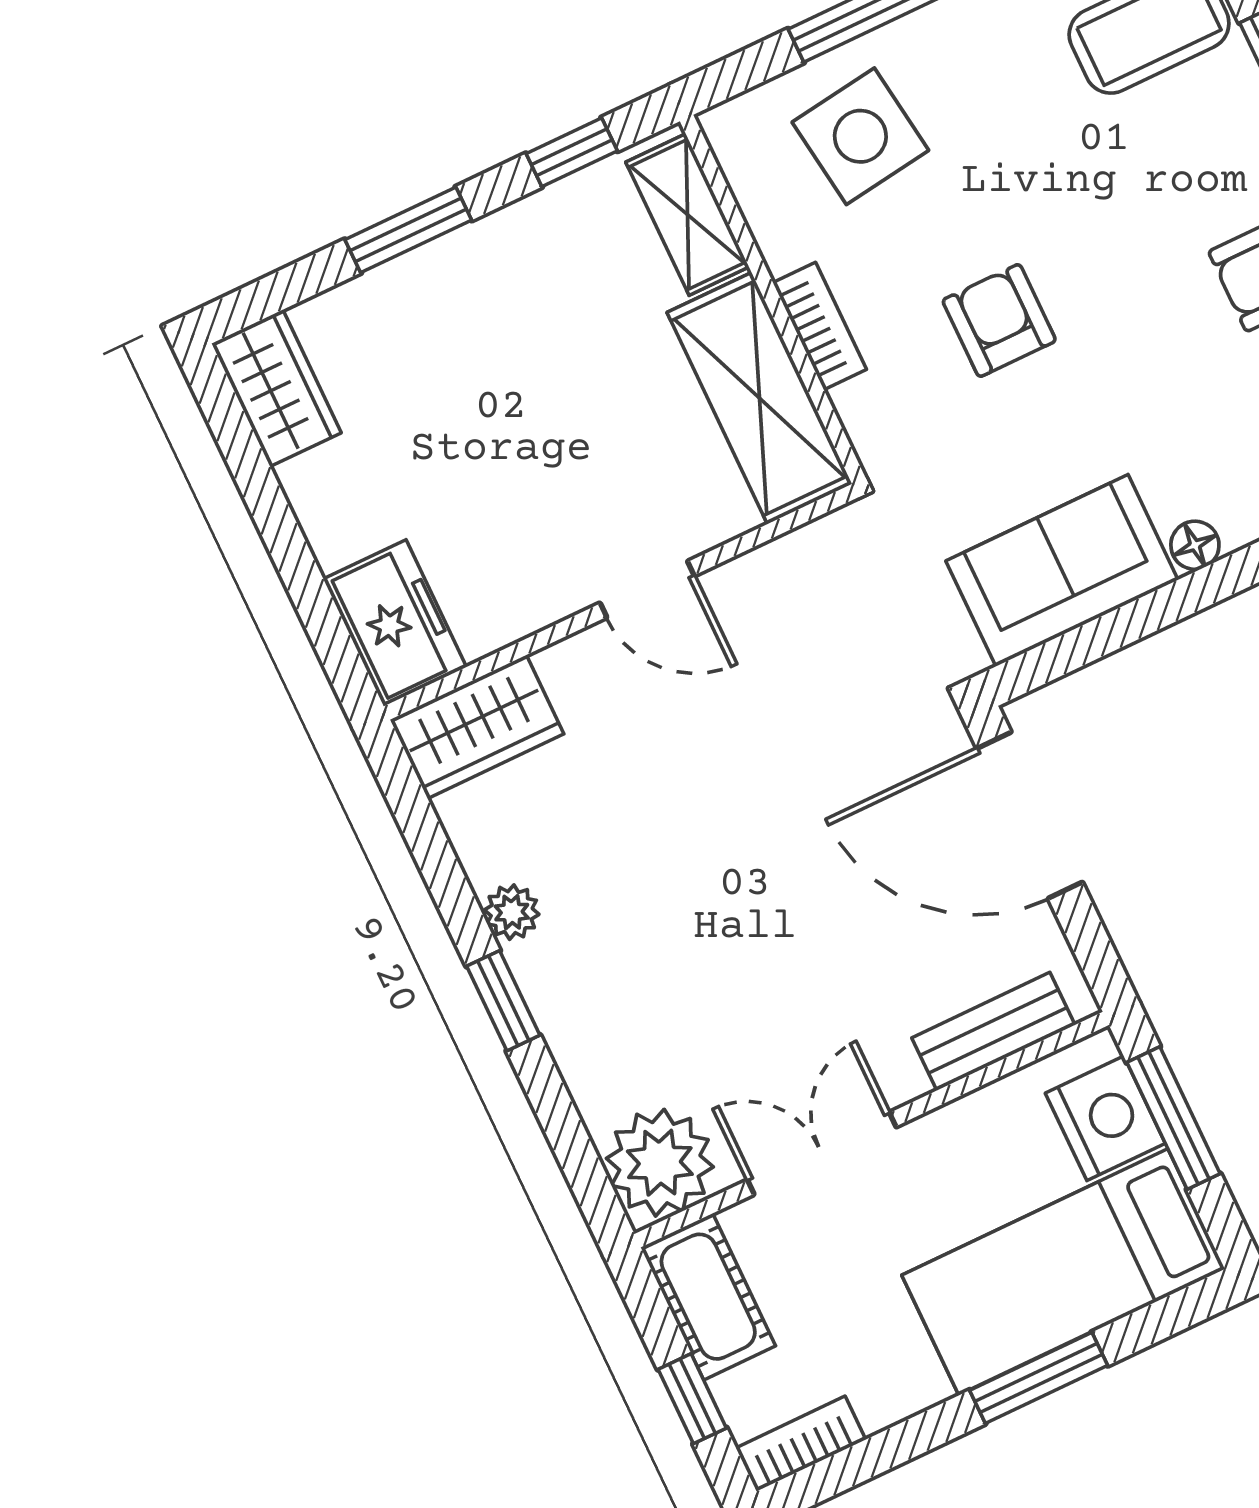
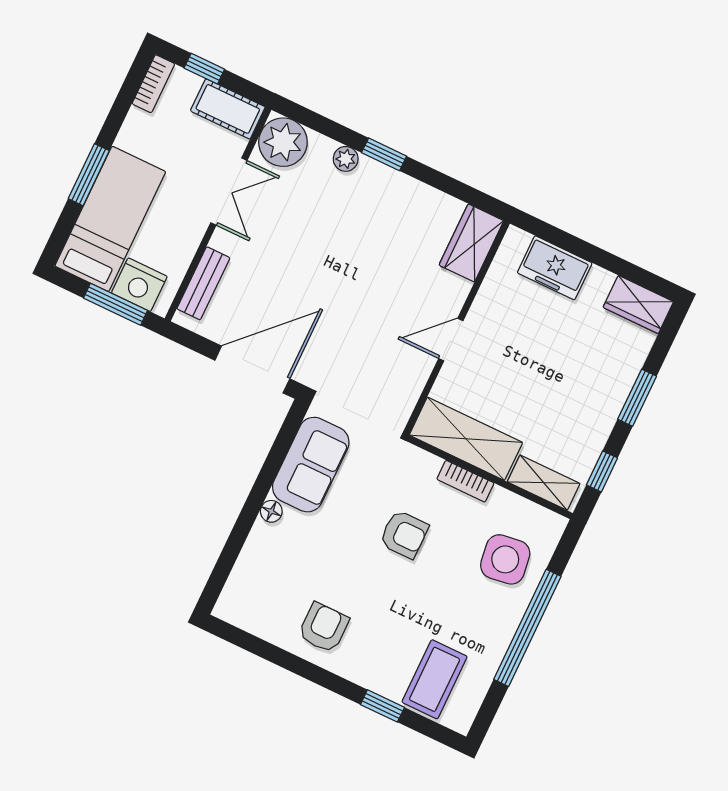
freezer: (395, 623) -> (555, 268), moved
plant: (512, 912) -> (346, 159), moved

